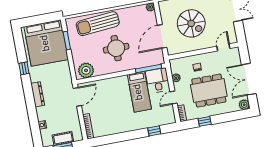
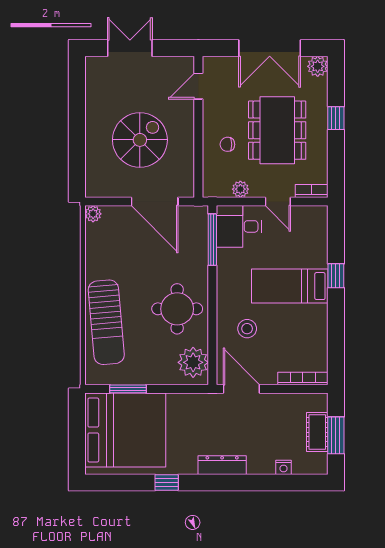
door: (223, 47) -> (198, 86), hinge flipped
round table: (116, 48) -> (177, 309), moved
bed: (139, 92) -> (290, 286), moved, turned 180
stool: (108, 94) -> (247, 329), added
window: (205, 121) -> (336, 118), moved
window: (154, 131) -> (336, 276), moved

